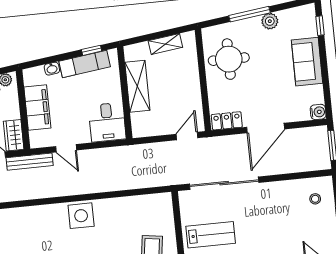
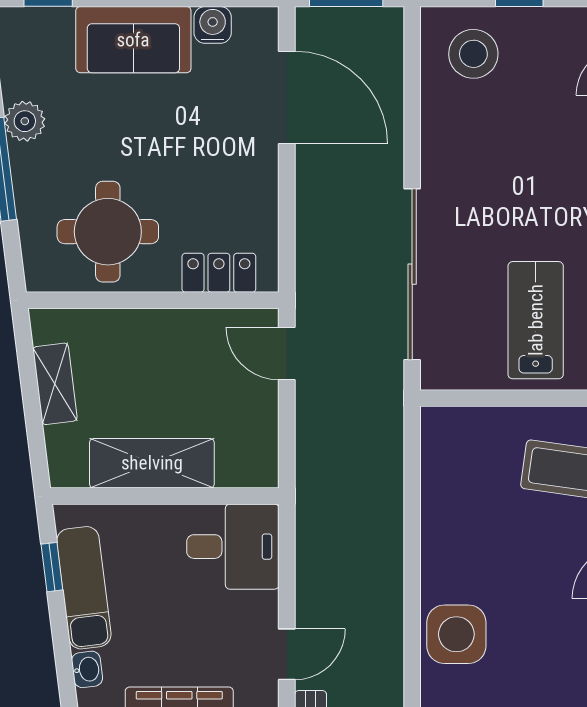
water cooler: (318, 112) -> (213, 25), moved
locker: (227, 121) -> (219, 273), moved, turned 90
door: (266, 128) -> (287, 97), moved
stool: (315, 199) -> (473, 54), width x1.89, depth x1.89

